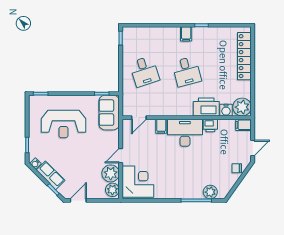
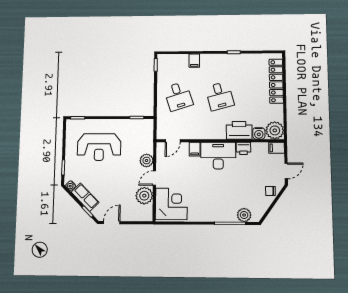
filing cabinet: (186, 34) -> (194, 61), moved
sofa: (109, 113) -> (144, 136), removed
plant: (112, 190) -> (147, 160), moved

